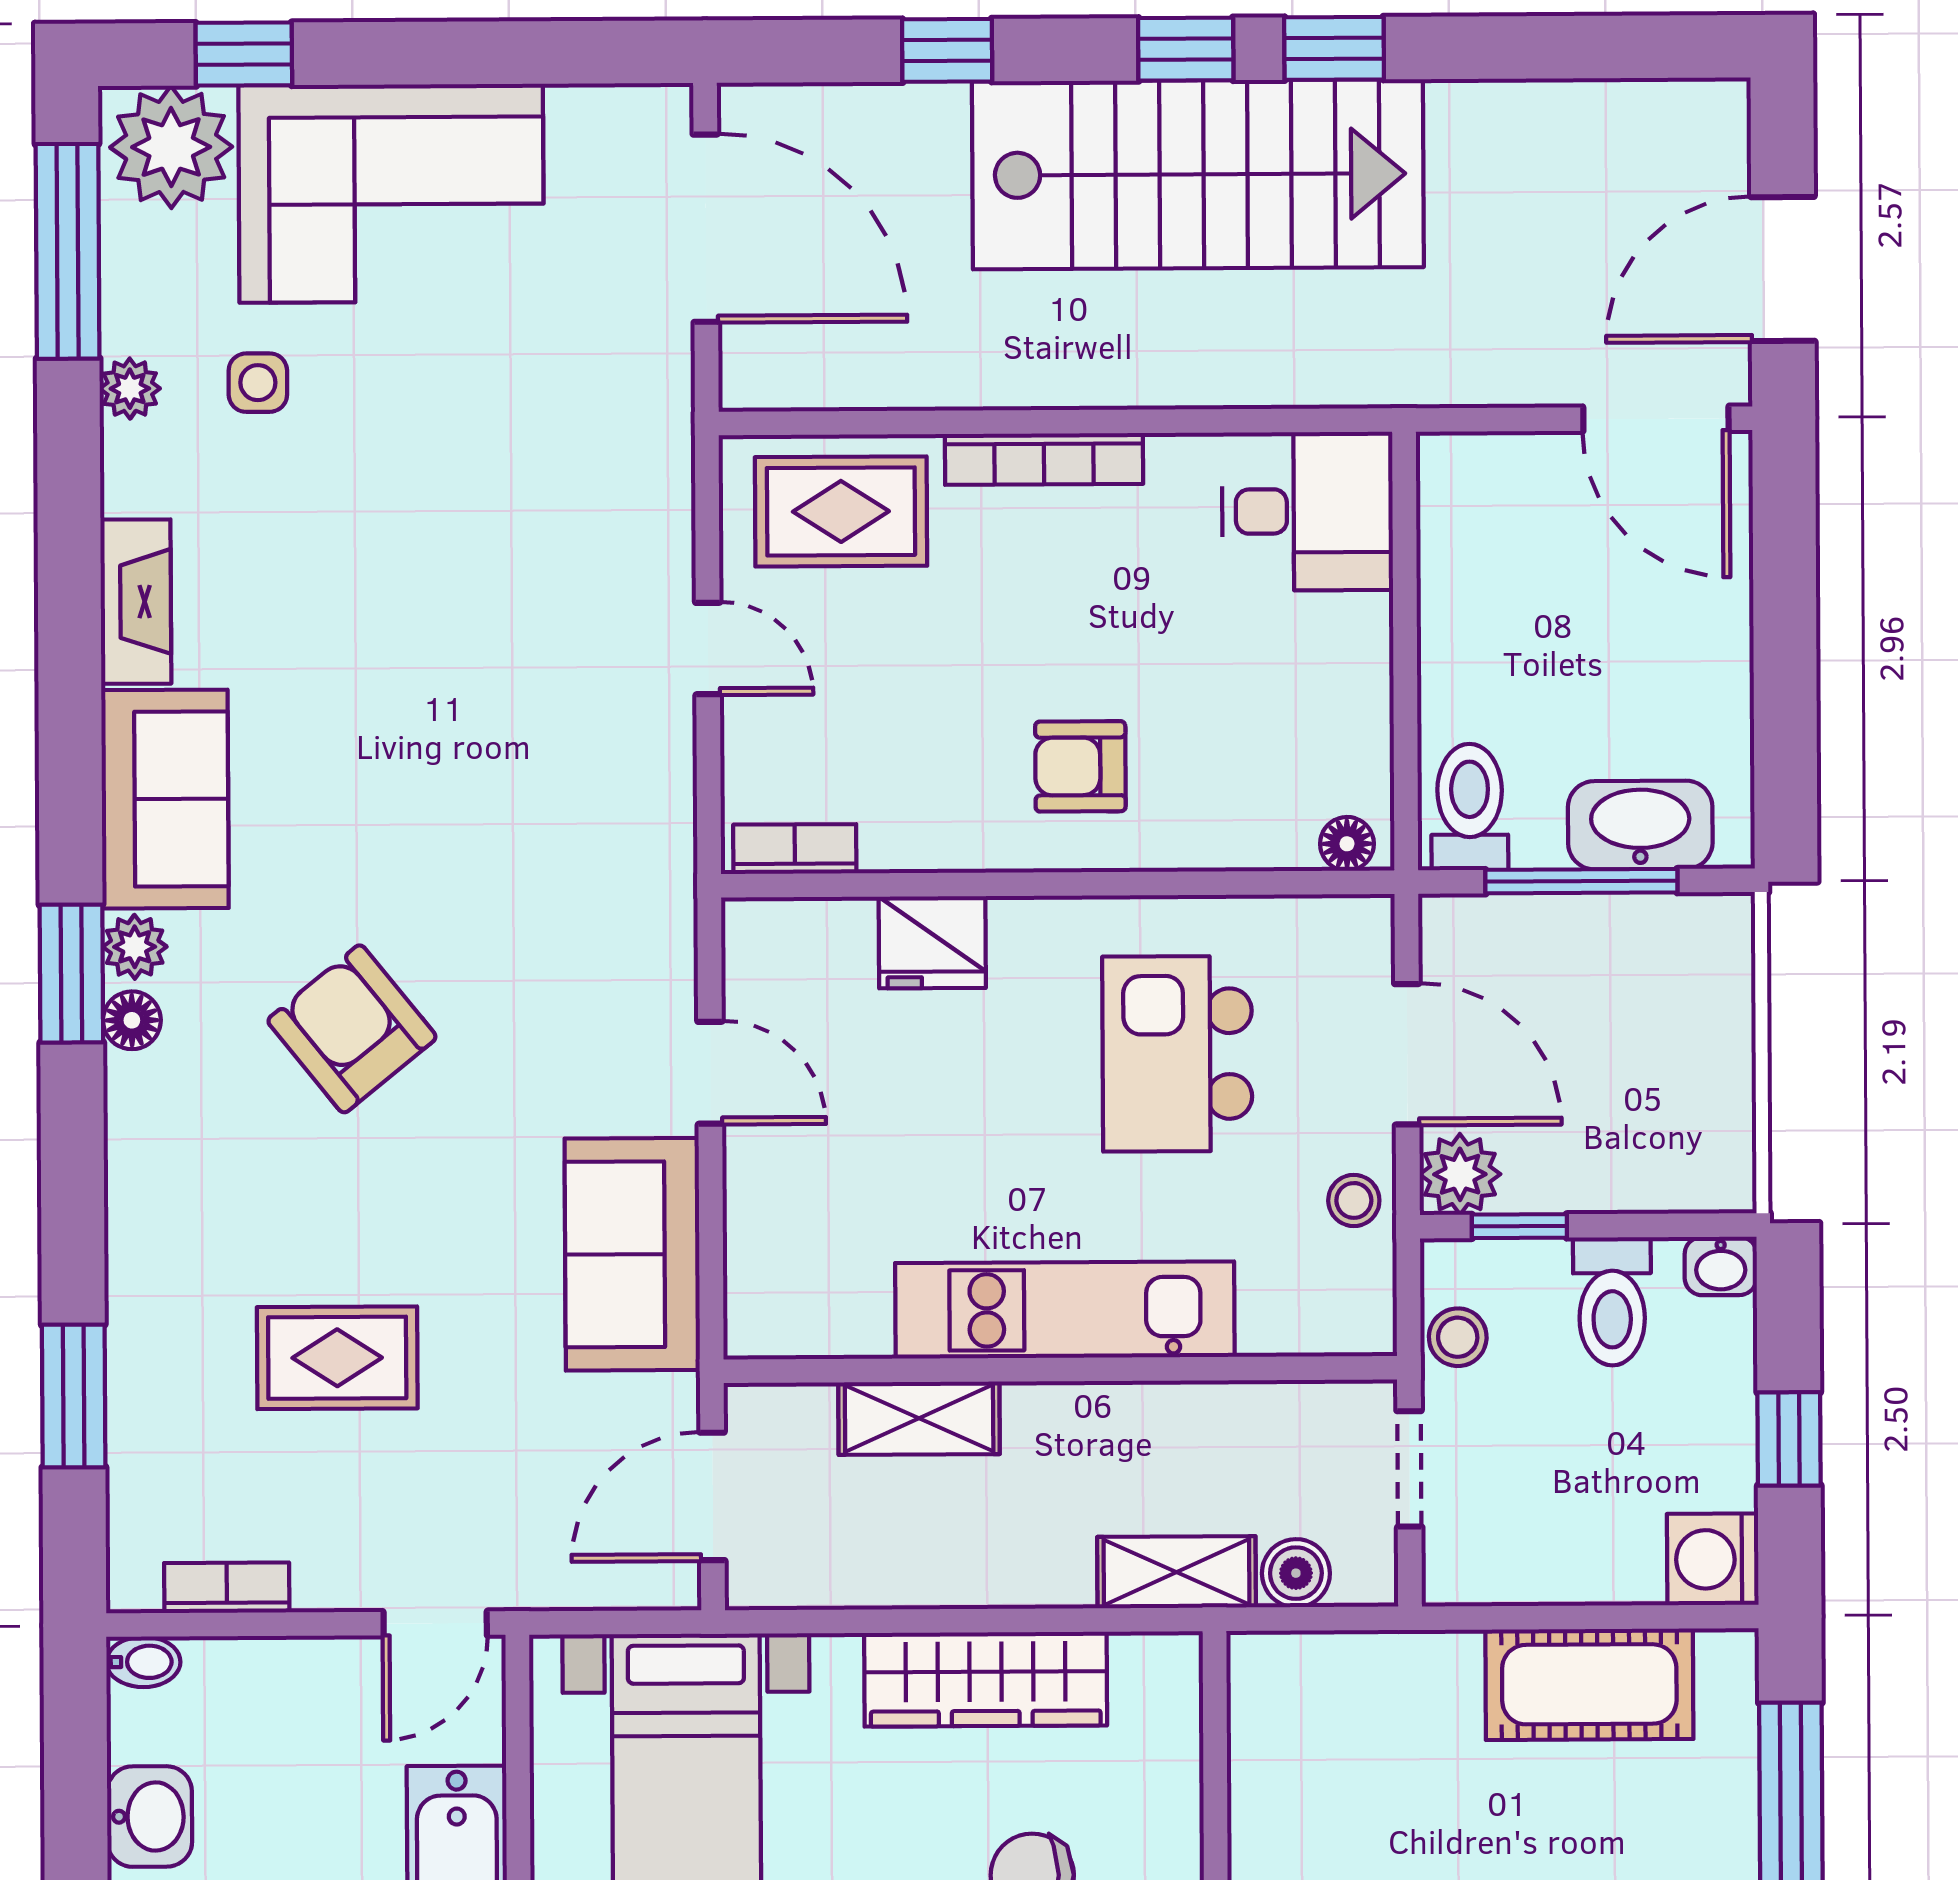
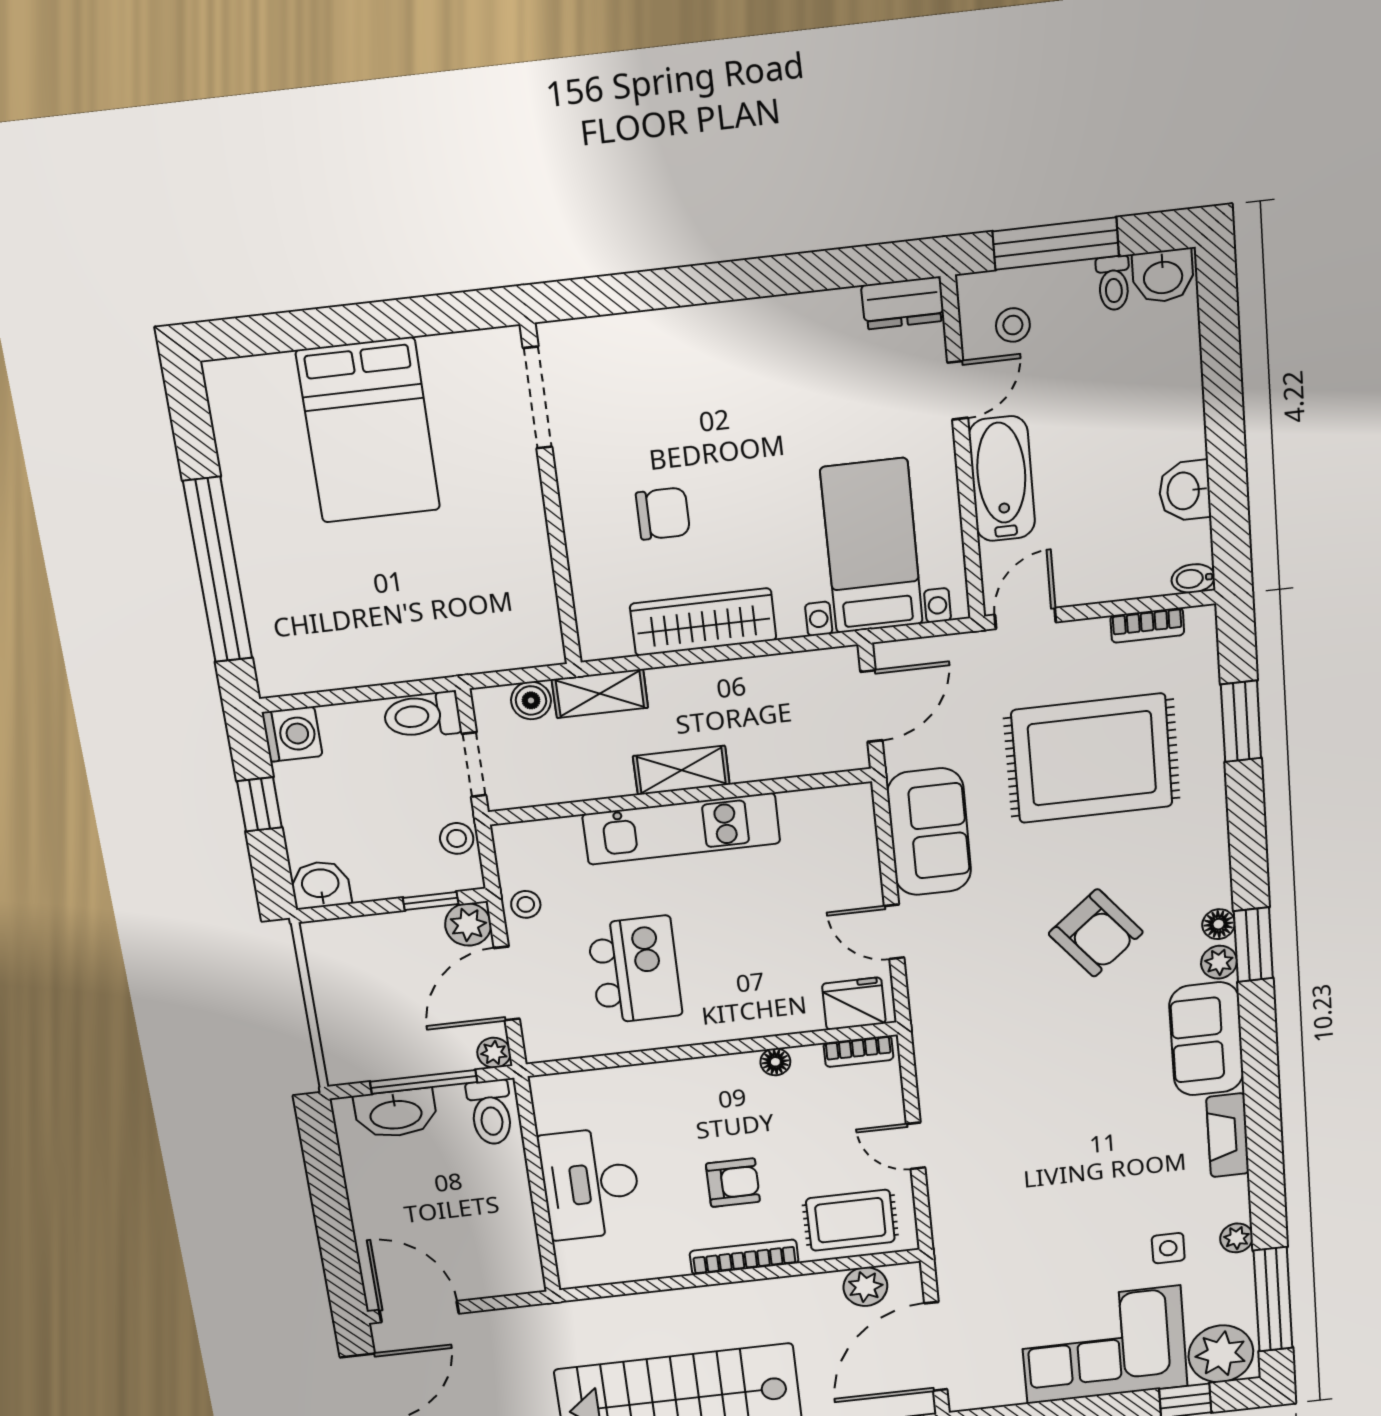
door: (706, 228) -> (936, 1347), hinge flipped
plant: (826, 370) -> (865, 1287), added
desk: (1307, 511) -> (590, 1184), moved, width x1.37
armchair: (1080, 766) -> (733, 1183), moved
floor lamp: (1347, 844) -> (775, 1062), moved
plant: (1448, 923) -> (494, 1053), added
fridge: (932, 942) -> (854, 1004), moved
door: (1407, 1054) -> (507, 984), hinge flipped
washbasin: (1721, 1266) -> (320, 885), width x1.38, depth x1.45
toilet: (1612, 1301) -> (422, 716), moved, turned -90
rug: (337, 1358) -> (1092, 758), width x1.86, depth x2.06
shelving: (919, 1418) -> (681, 770), moved
cot: (1589, 1684) -> (352, 657), removed

